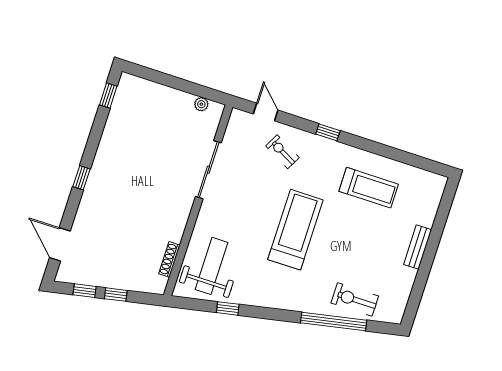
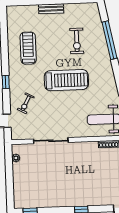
treadmill: (295, 230) -> (66, 80), turned 180
exercise bike: (355, 300) -> (77, 41), moved

